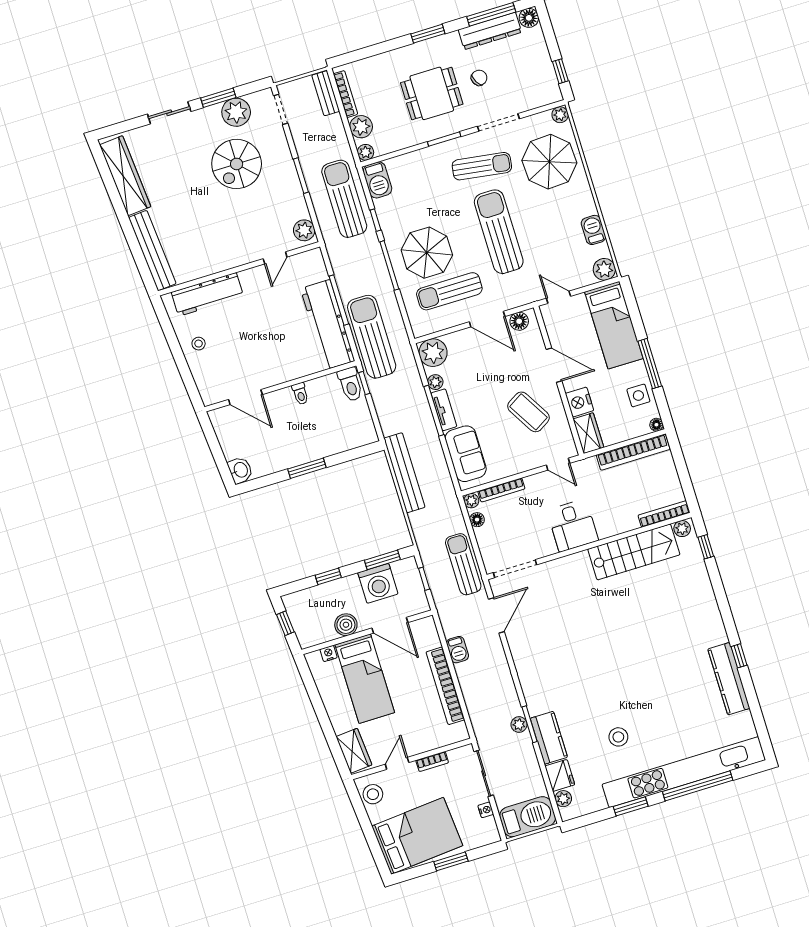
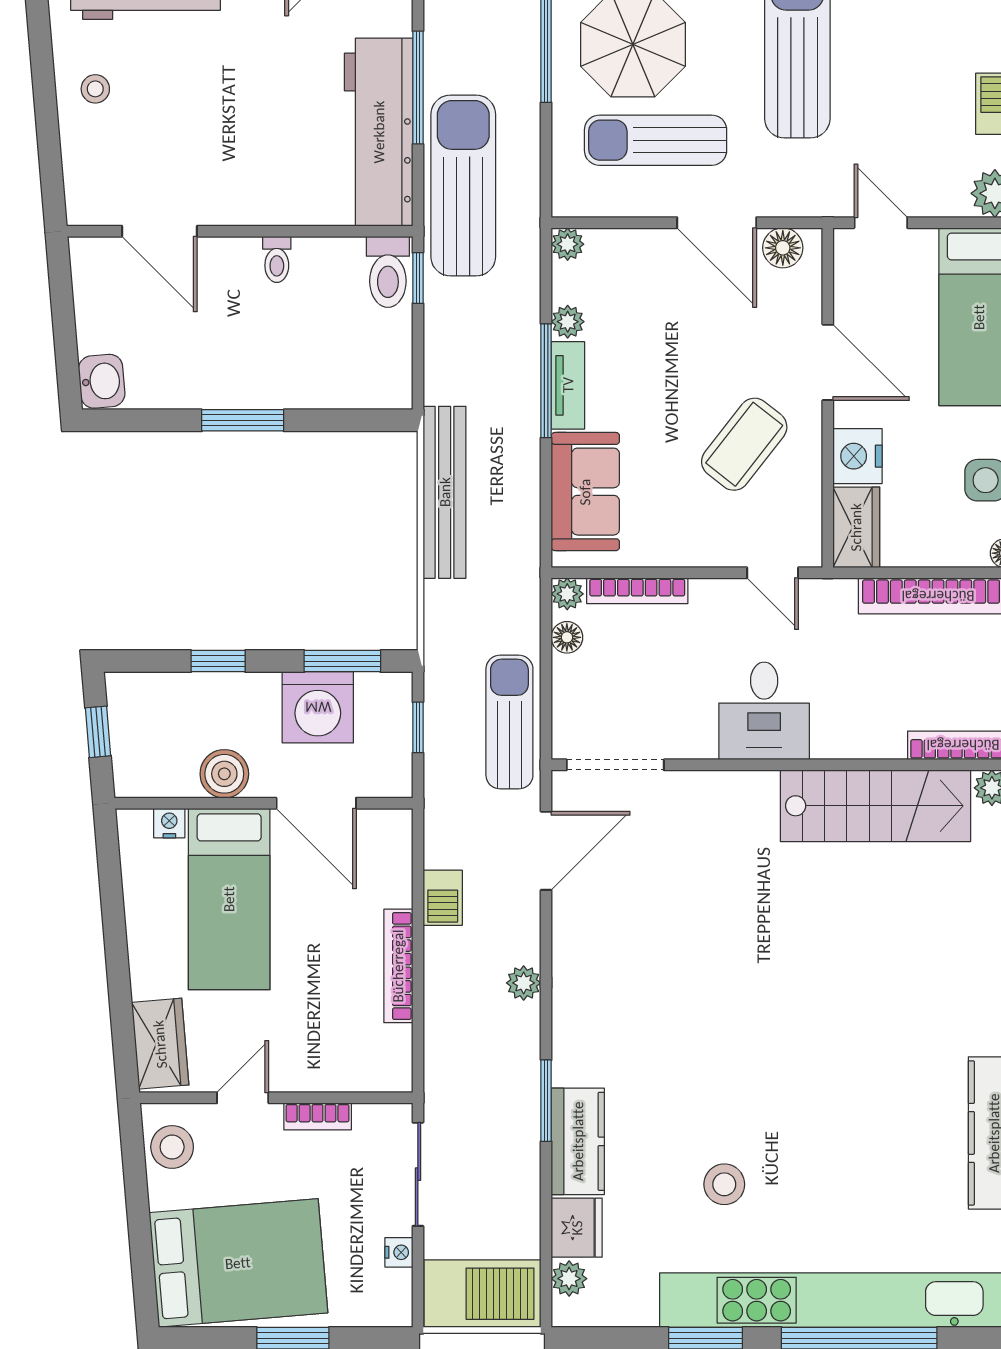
plant: (433, 353) -> (568, 244), width x0.53, depth x0.53
coffee table: (528, 412) -> (744, 444), turned 69
bookcase: (445, 686) -> (398, 966), width x0.68, depth x0.76
plant: (519, 724) -> (524, 983), moved

